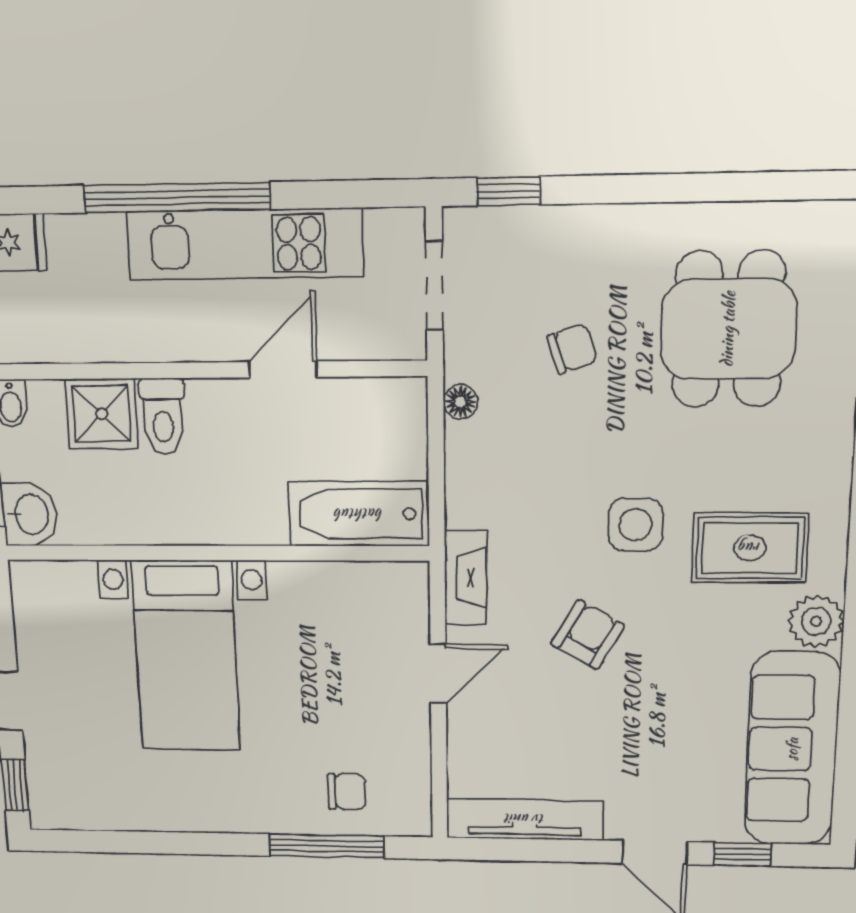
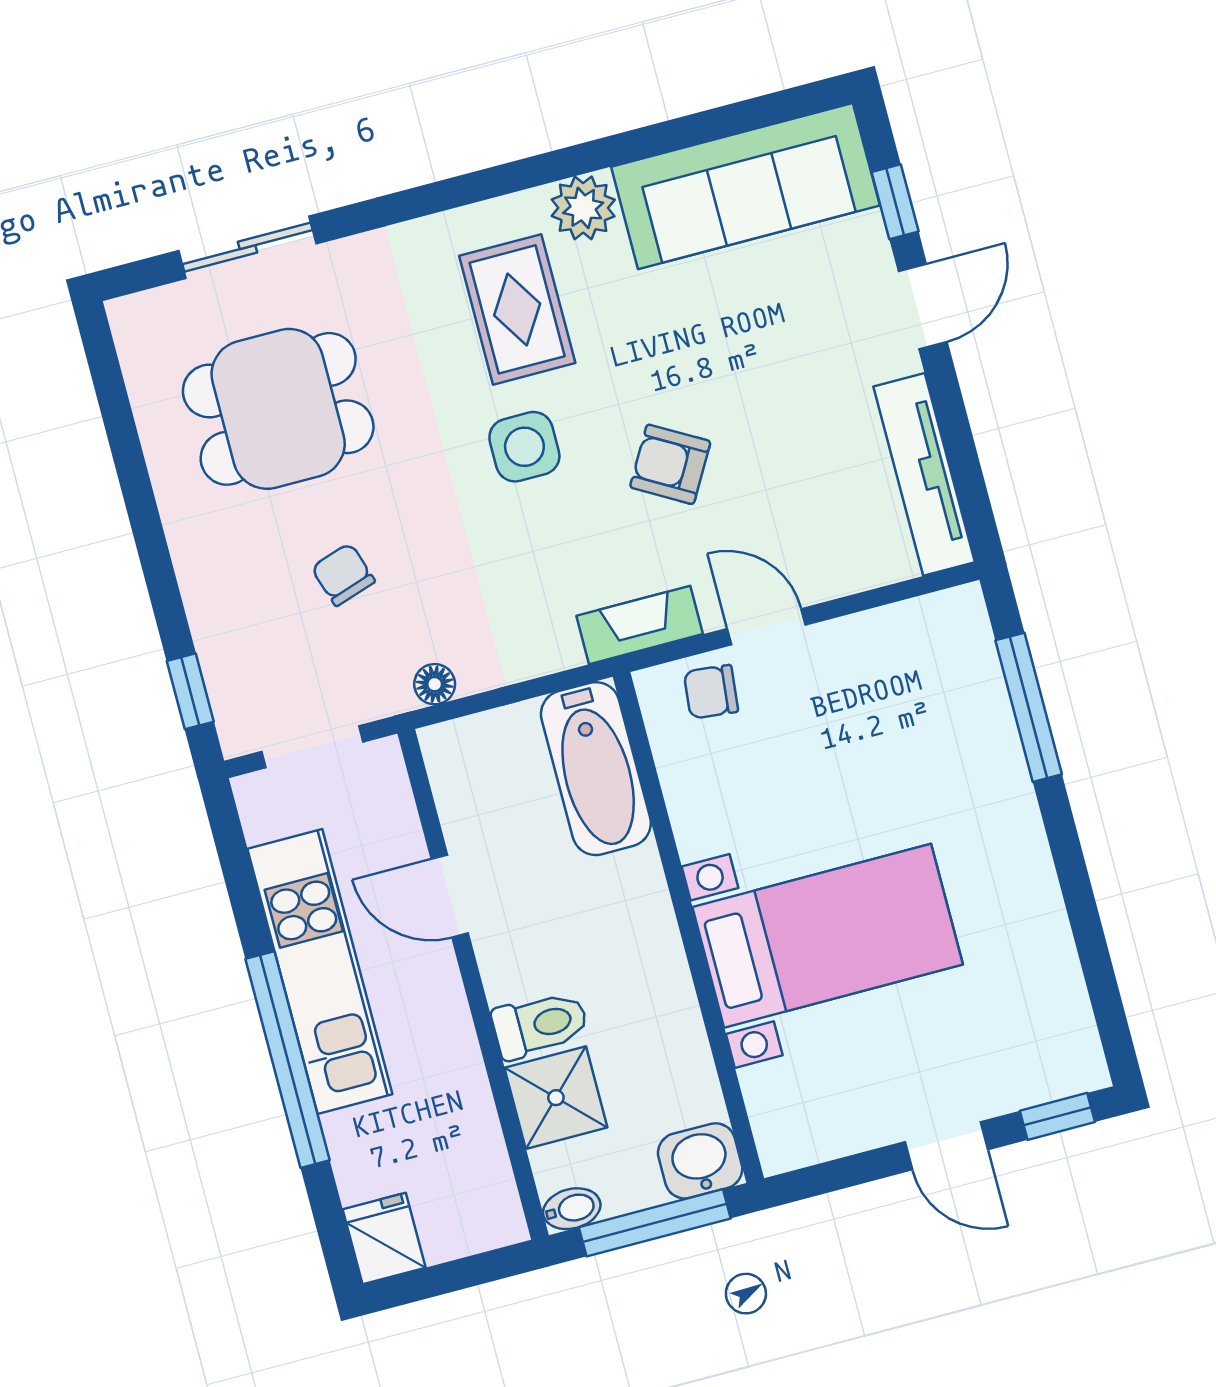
chair: (347, 792) -> (711, 692), moved, turned -84

